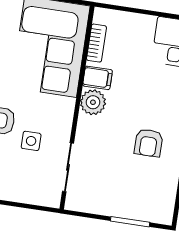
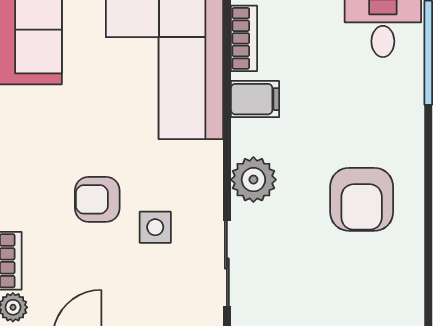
plant: (93, 102) -> (253, 180), moved
armchair: (149, 143) -> (362, 199), width x1.38, depth x1.38

